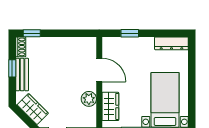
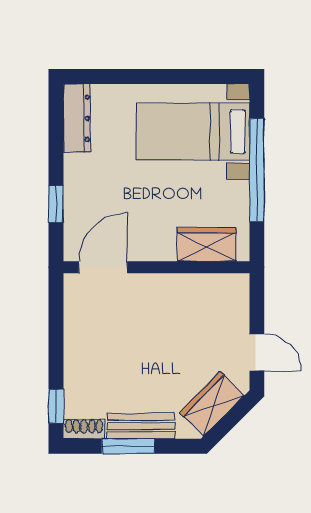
window: (12, 68) -> (128, 446), width x1.50
door: (99, 70) -> (103, 267), moved
plant: (89, 99) -> (191, 289), removed

